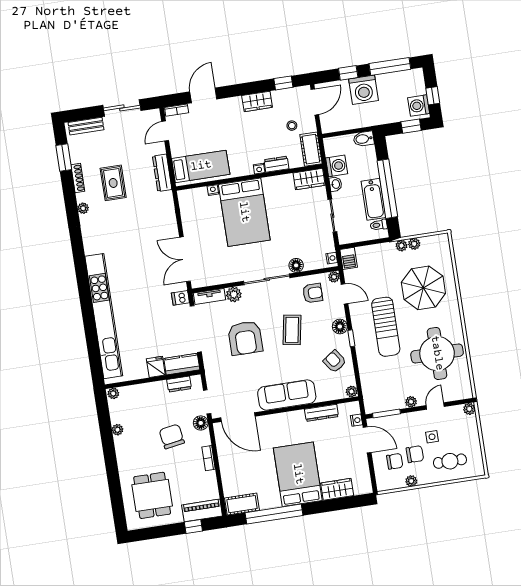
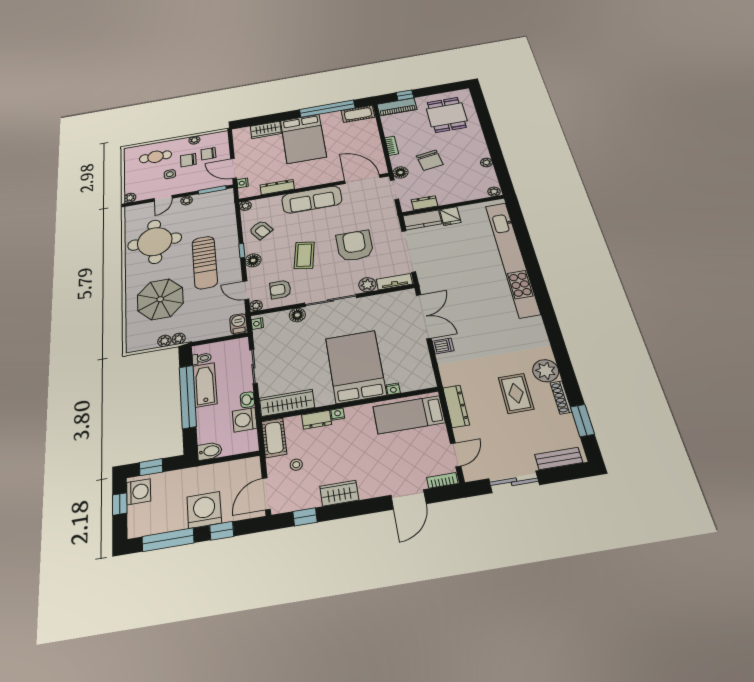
wardrobe: (309, 179) -> (287, 403), width x1.50
plant: (83, 208) -> (546, 371), width x1.88, depth x1.88
dishwasher: (180, 298) -> (443, 346), moved
sun lounger: (386, 327) -> (205, 262), turned 180

